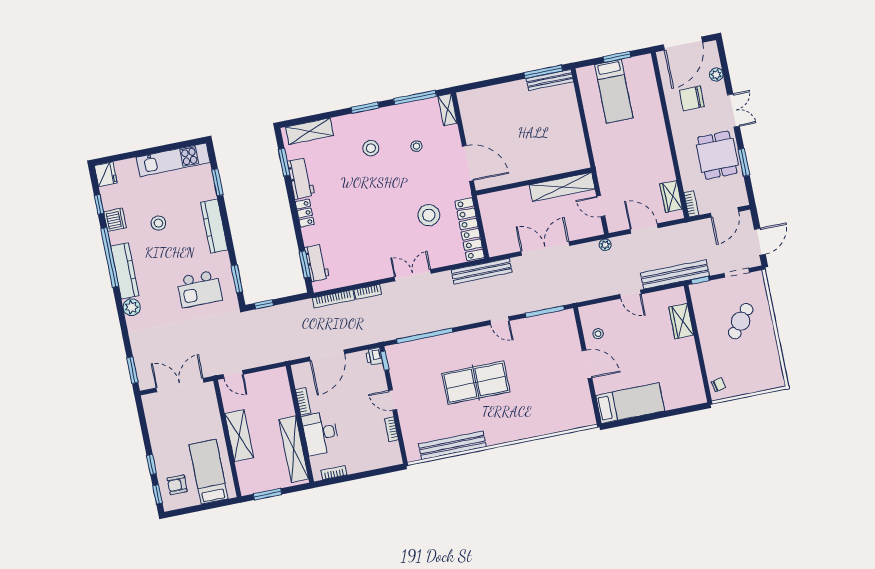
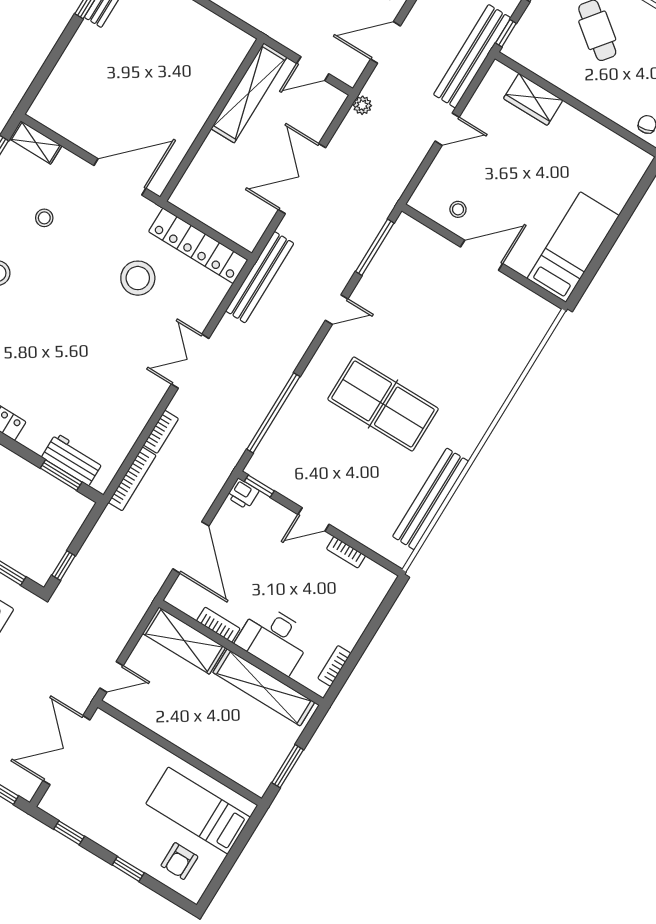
table tennis table: (476, 383) -> (383, 404), turned 90
shelving: (239, 436) -> (184, 640), moved
window: (157, 494) -> (69, 833), moved

